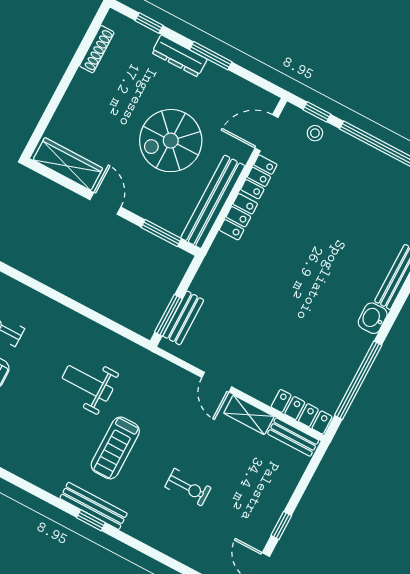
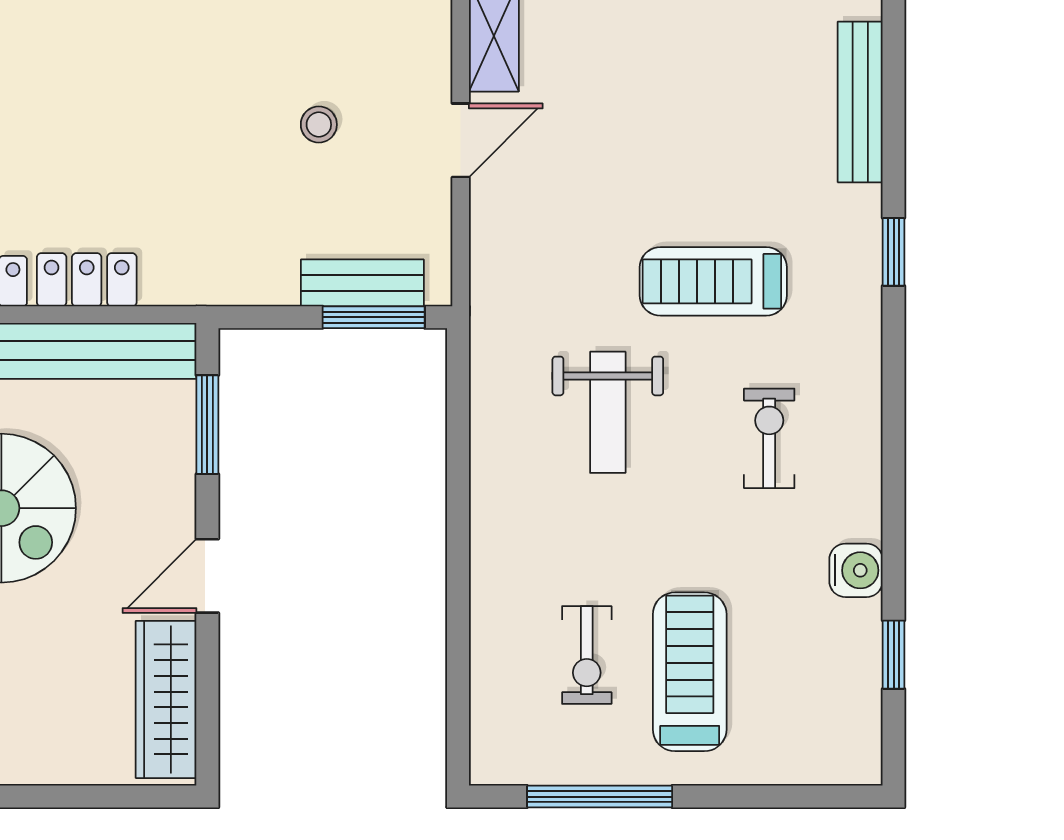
stool: (250, 333) -> (319, 125), added
treadmill: (115, 448) -> (713, 281), turned 180
exercise bike: (188, 487) -> (769, 438), moved
bench: (94, 506) -> (860, 102), moved

